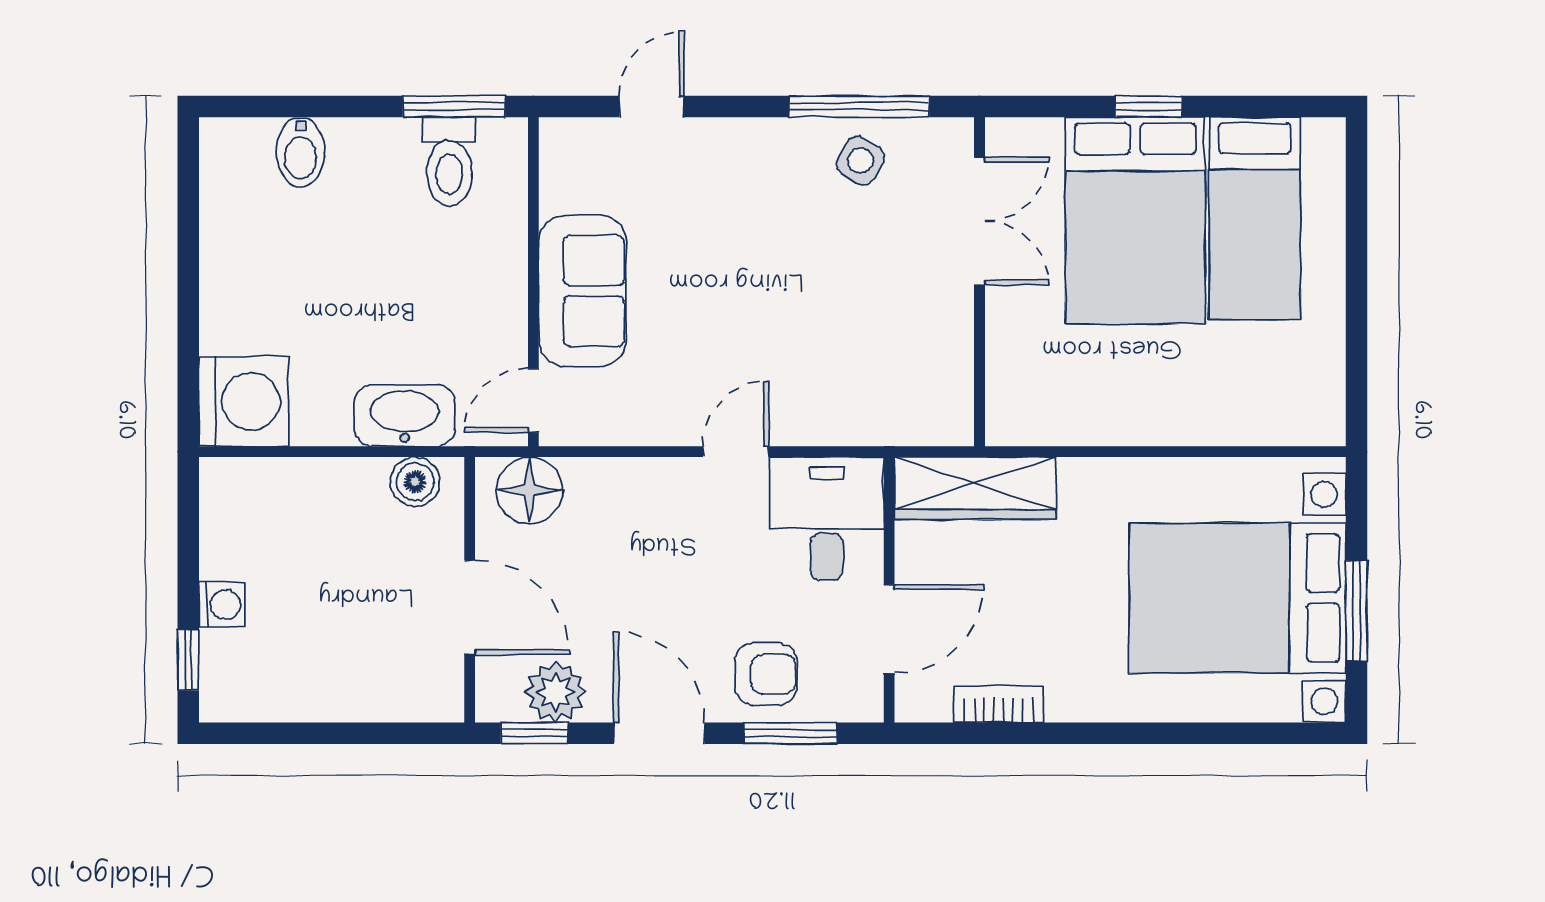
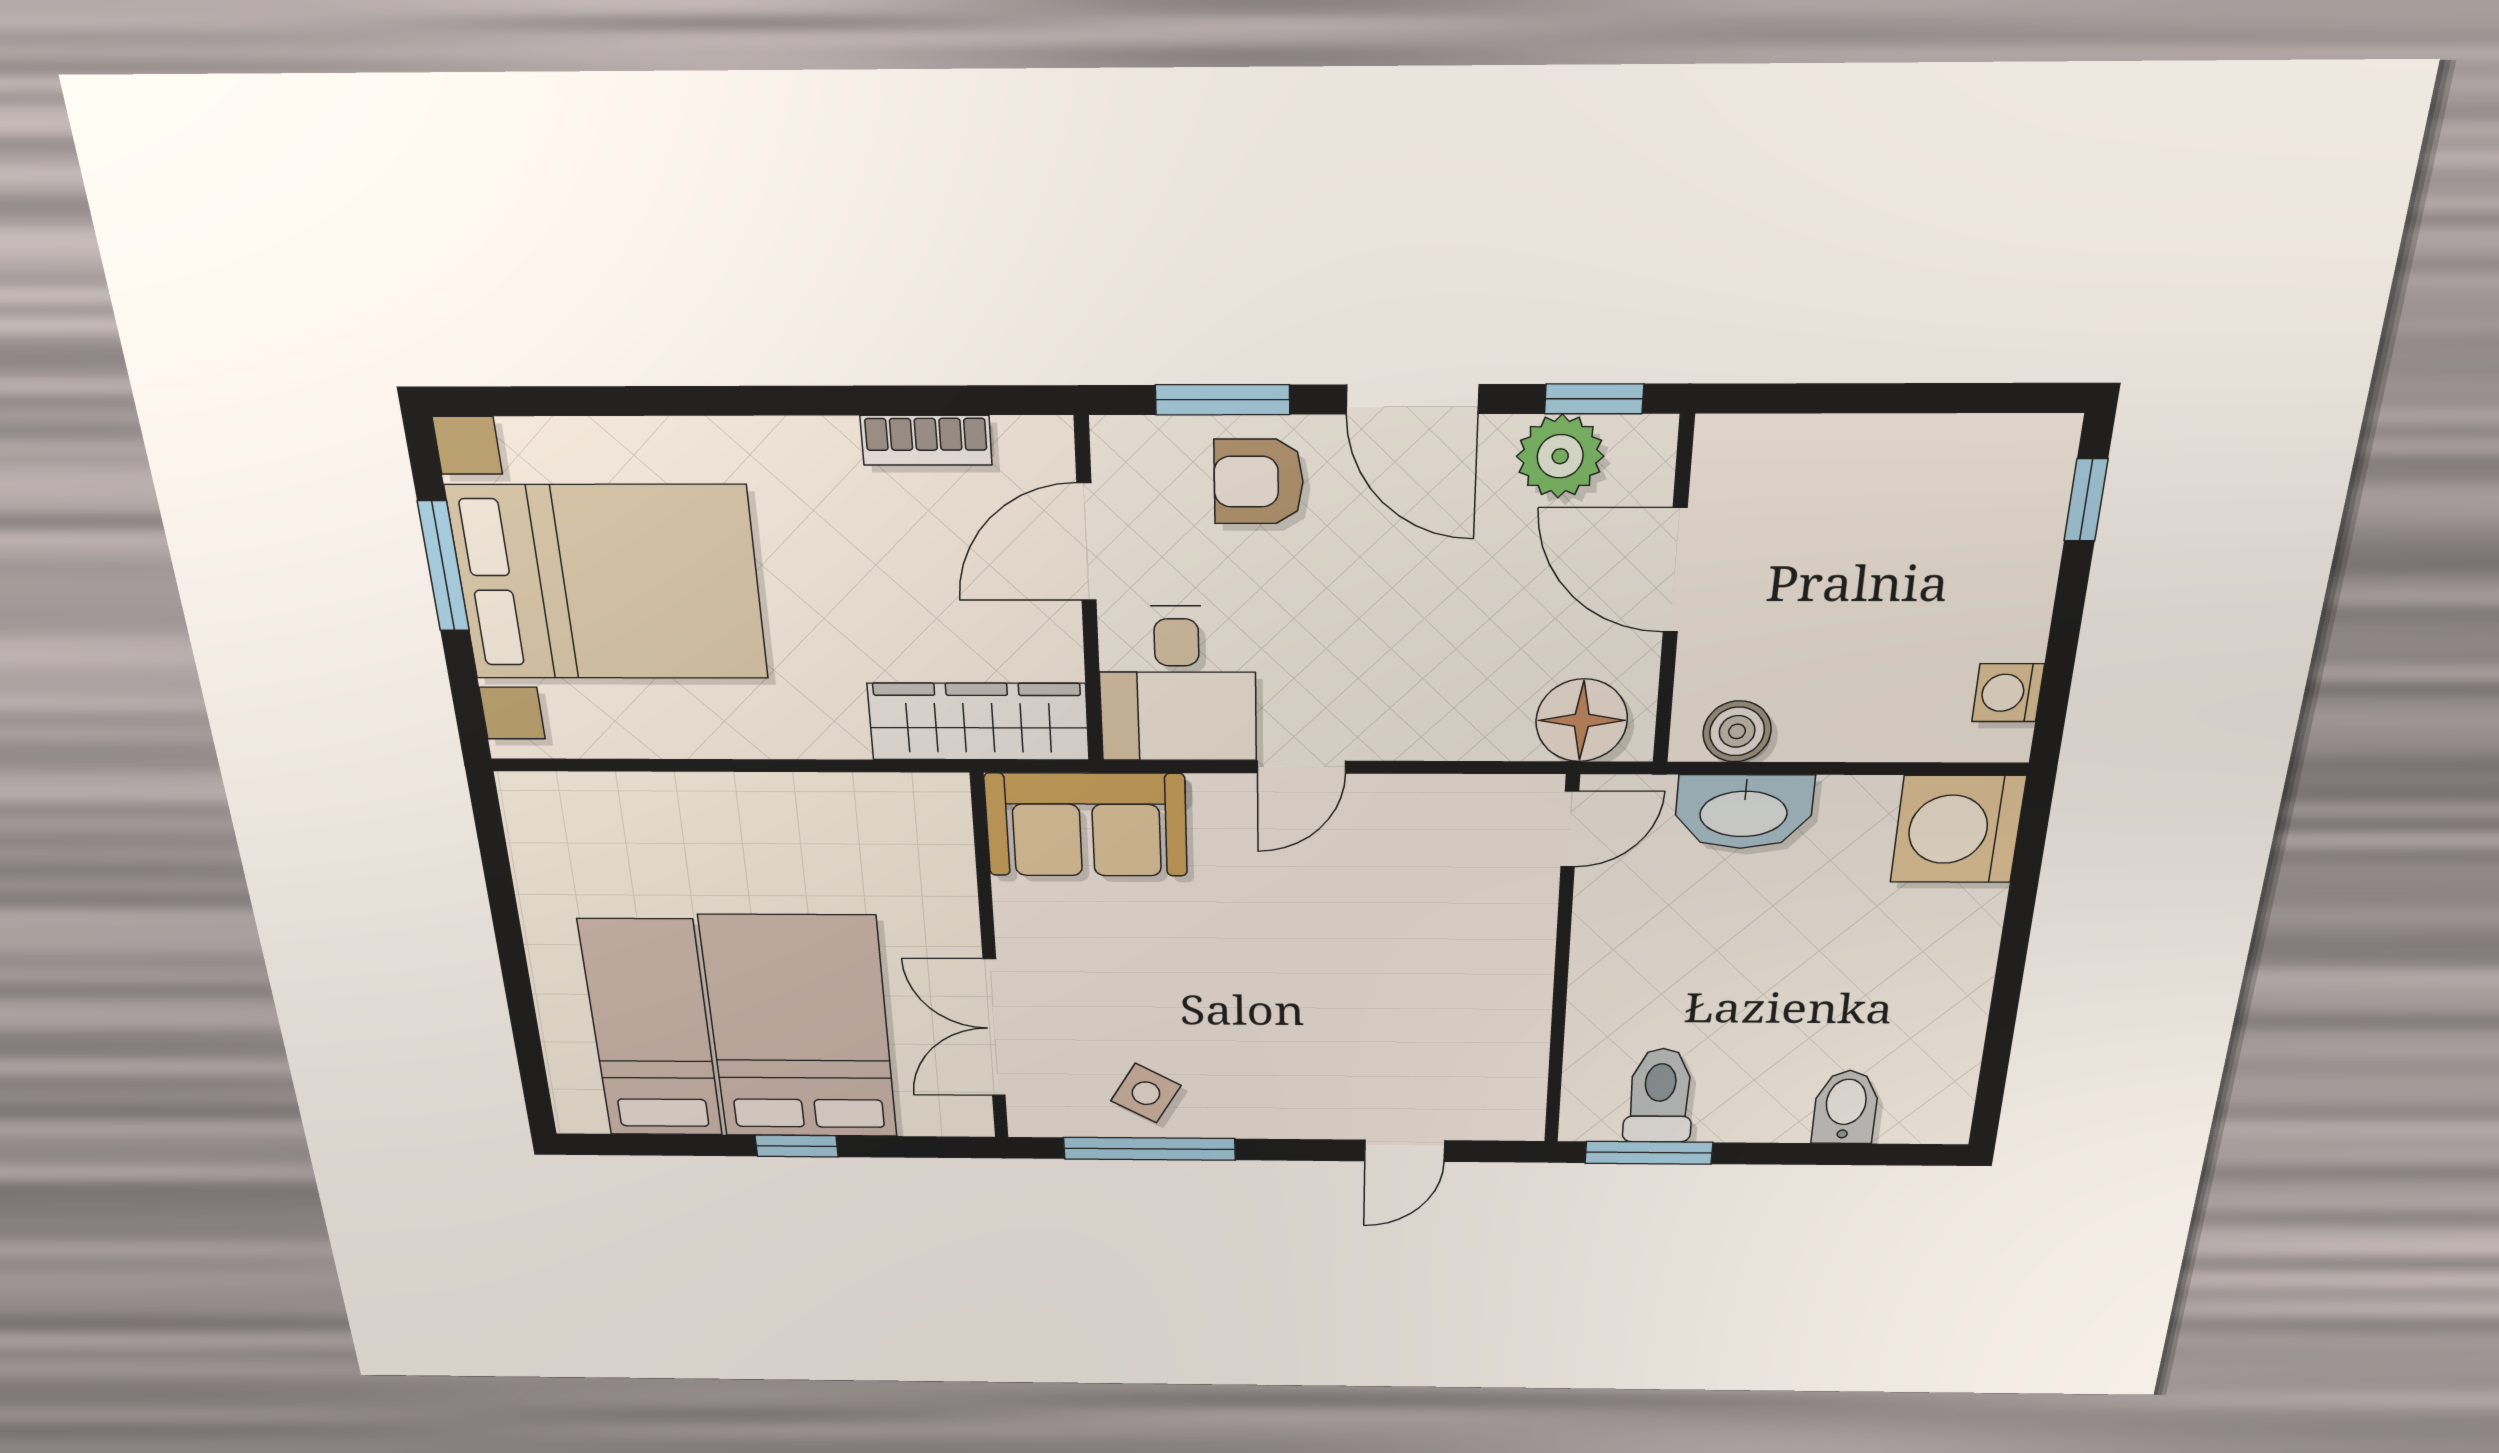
sofa: (582, 291) -> (1086, 825), moved, turned -90
washing machine: (222, 604) -> (2008, 693), moved

